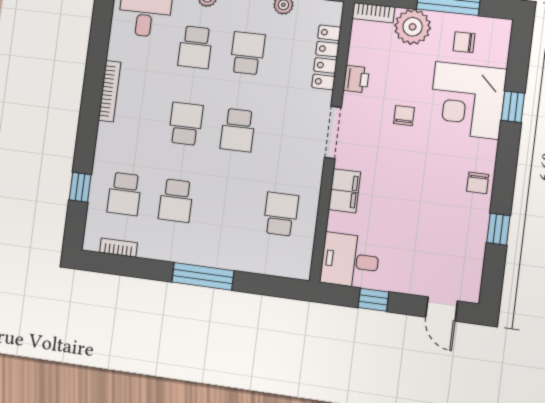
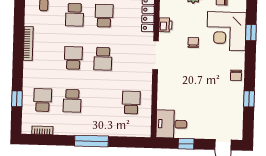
filing cabinet: (345, 191) -> (165, 86), removed
school desk: (124, 194) -> (43, 100), turned 180

